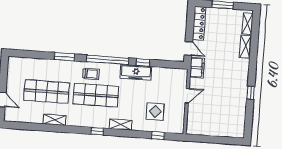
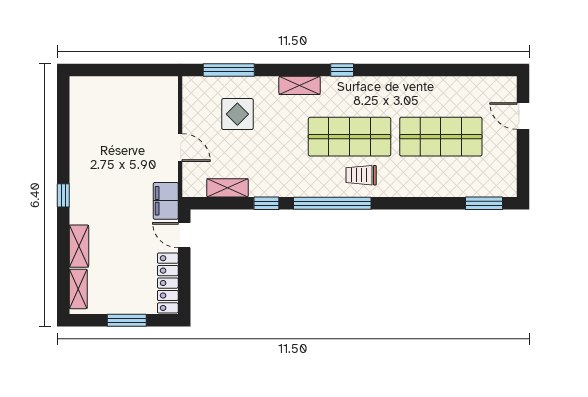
window: (64, 57) -> (484, 203), moved
freezer: (136, 72) -> (278, 184), removed
window: (251, 93) -> (63, 195), moved
door: (187, 96) -> (180, 148), swing flipped
shelving: (55, 120) -> (227, 188), moved
window: (158, 136) -> (229, 70), width x2.17

